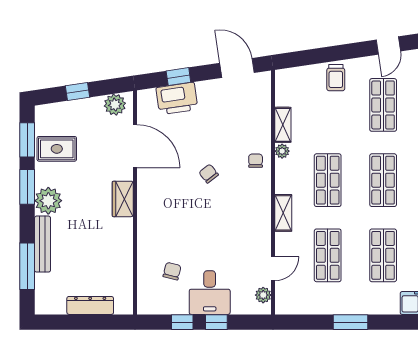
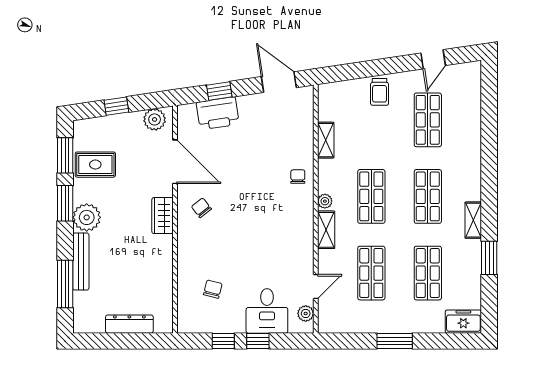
plant: (282, 151) -> (325, 201), moved
chair: (209, 174) -> (201, 208), moved
desk: (210, 293) -> (267, 311), moved

